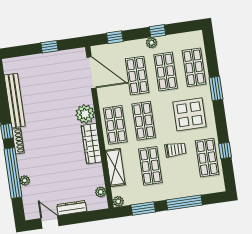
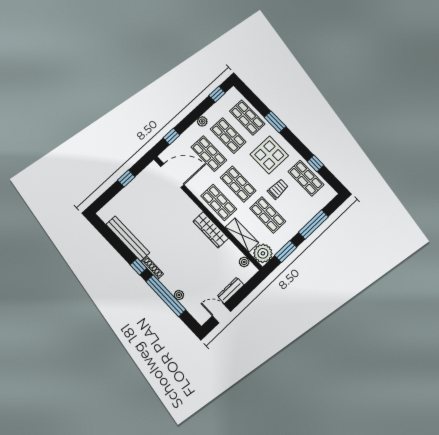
window: (157, 31) -> (217, 94), moved
plant: (85, 114) -> (190, 210), removed
plant: (118, 201) -> (263, 253), width x1.87, depth x1.87

